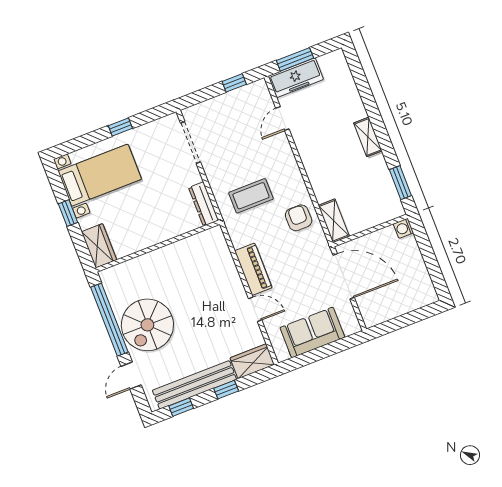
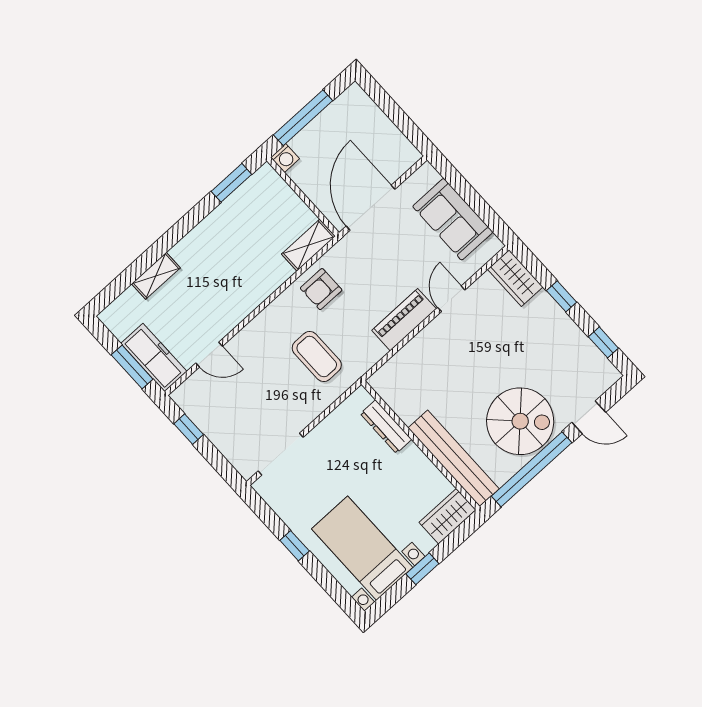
shelving: (368, 137) -> (156, 276), moved
dresser: (204, 204) -> (386, 427), moved, turned 90
window: (428, 253) -> (303, 118), added
bench: (194, 385) -> (454, 458), moved

